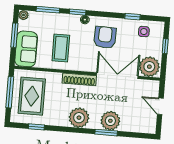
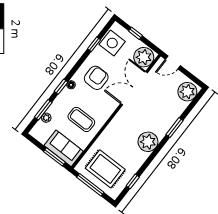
plant: (24, 15) -> (46, 118), moved
side table: (144, 32) -> (112, 43), width x1.87, depth x1.87
window: (14, 35) -> (54, 157), moved
armchair: (105, 37) -> (96, 78), turned 88
shoe rack: (79, 79) -> (117, 121), removed
door: (160, 106) -> (173, 62), moved
plant: (110, 121) -> (187, 92), moved

